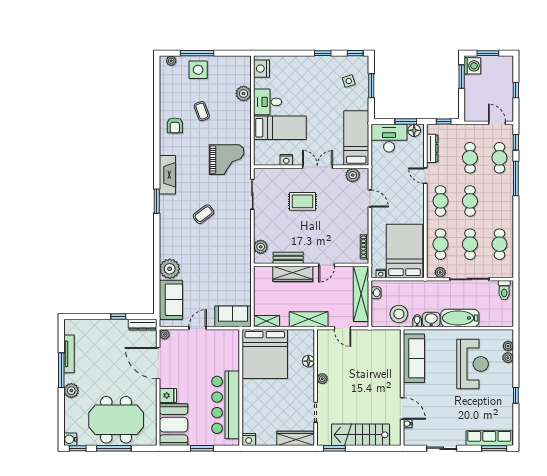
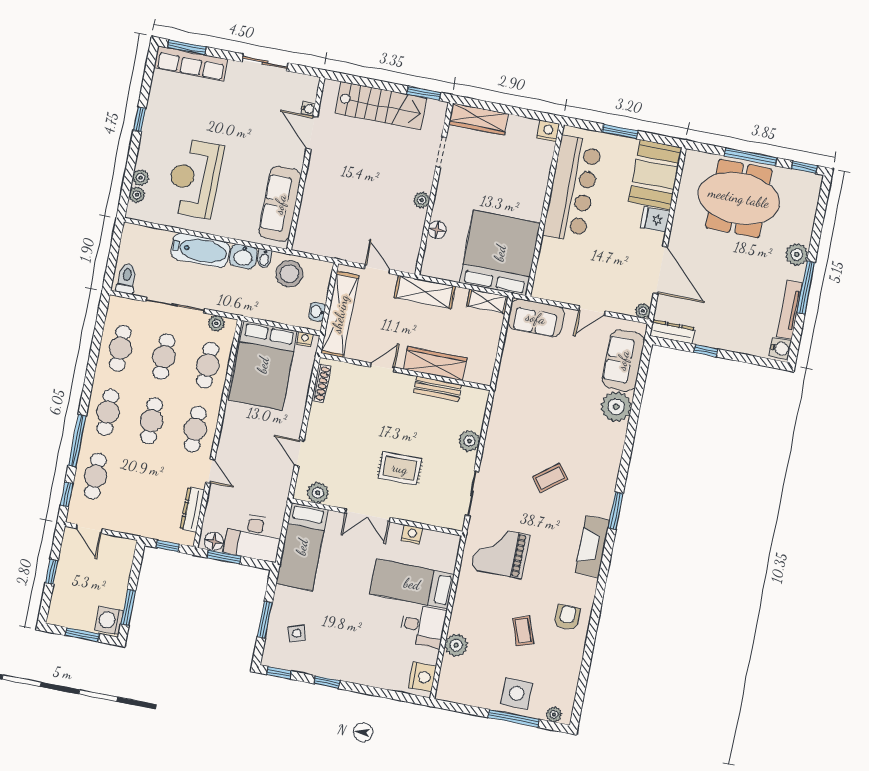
cafe table: (470, 158) -> (108, 412), moved
plant: (261, 247) -> (469, 441), moved
water cooler: (70, 439) -> (780, 348), moved

